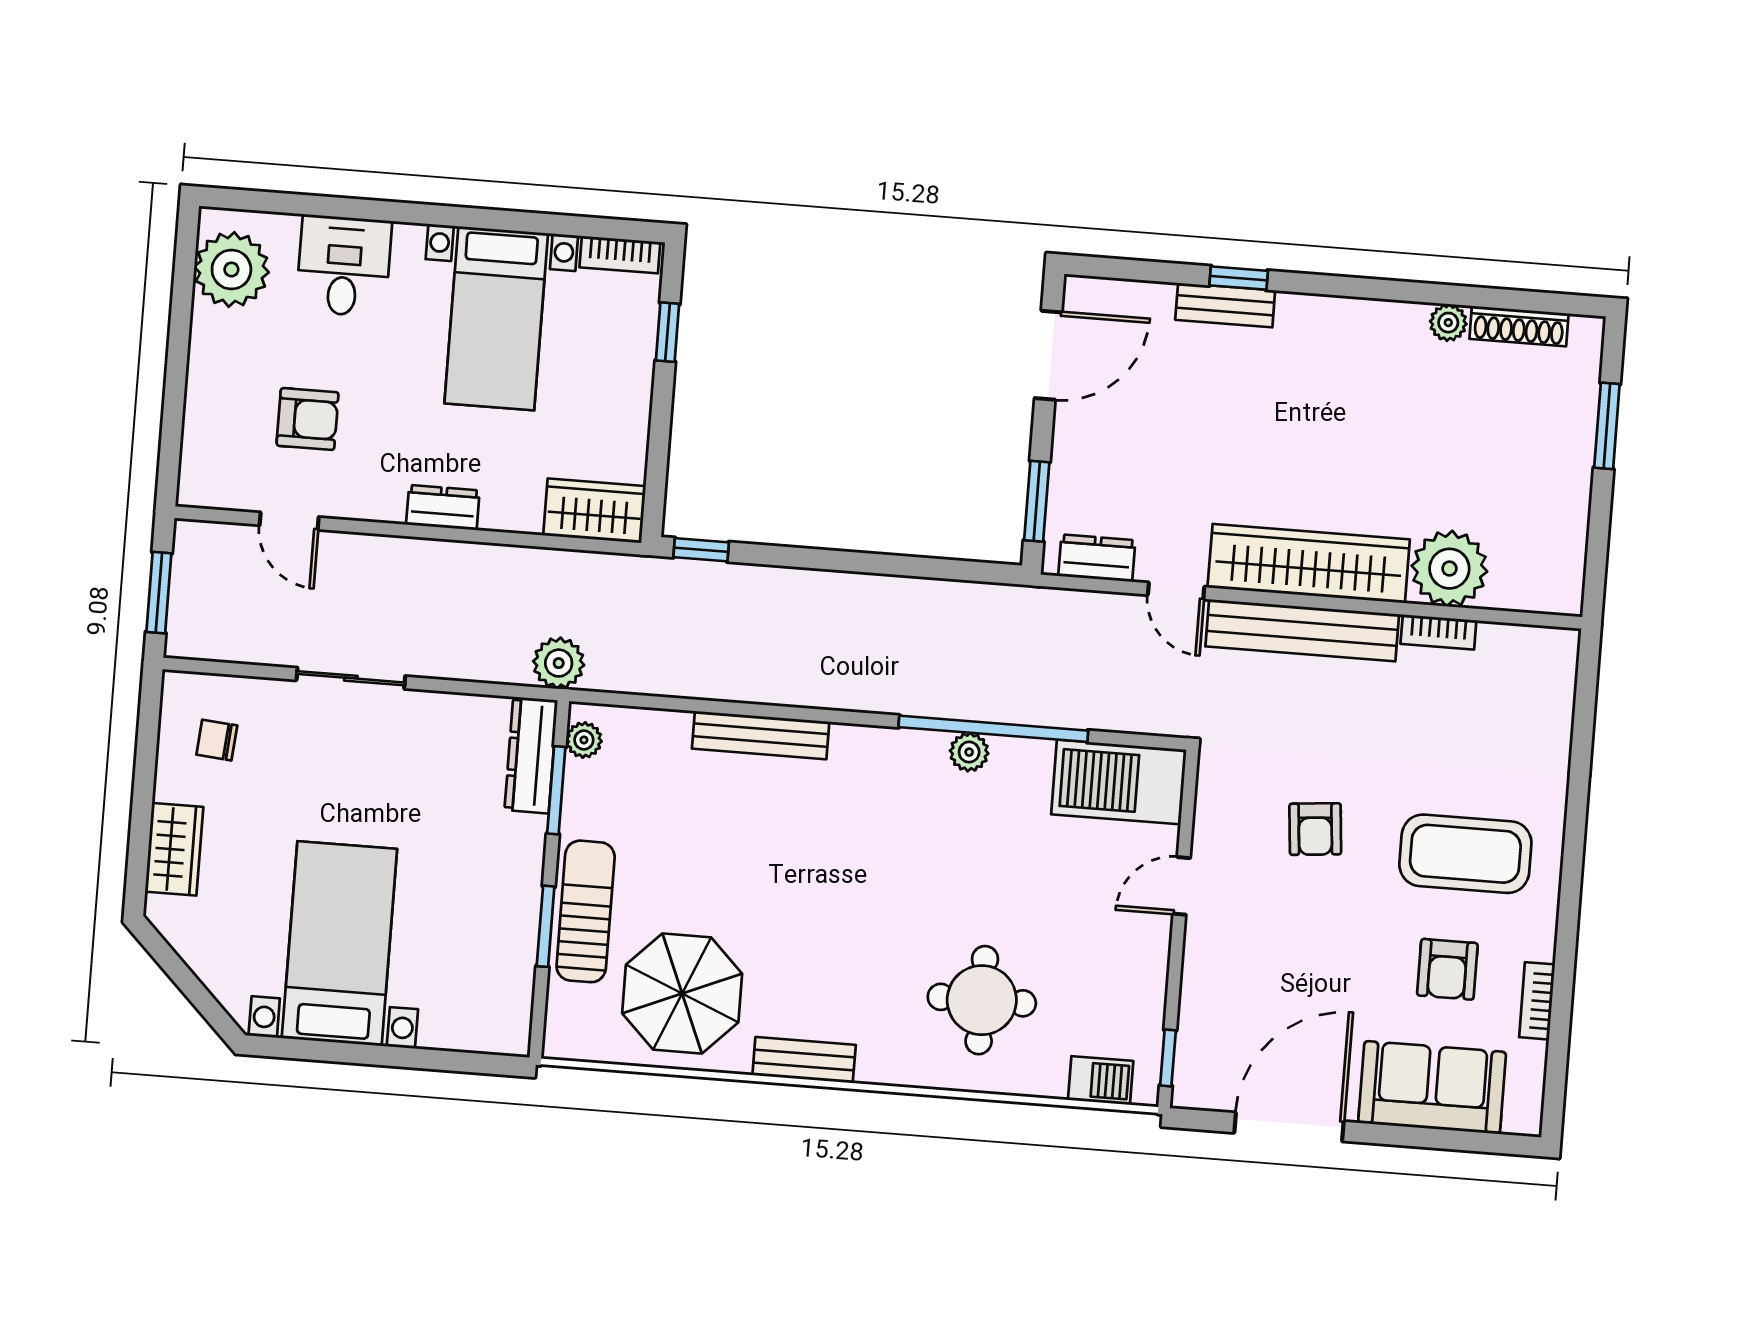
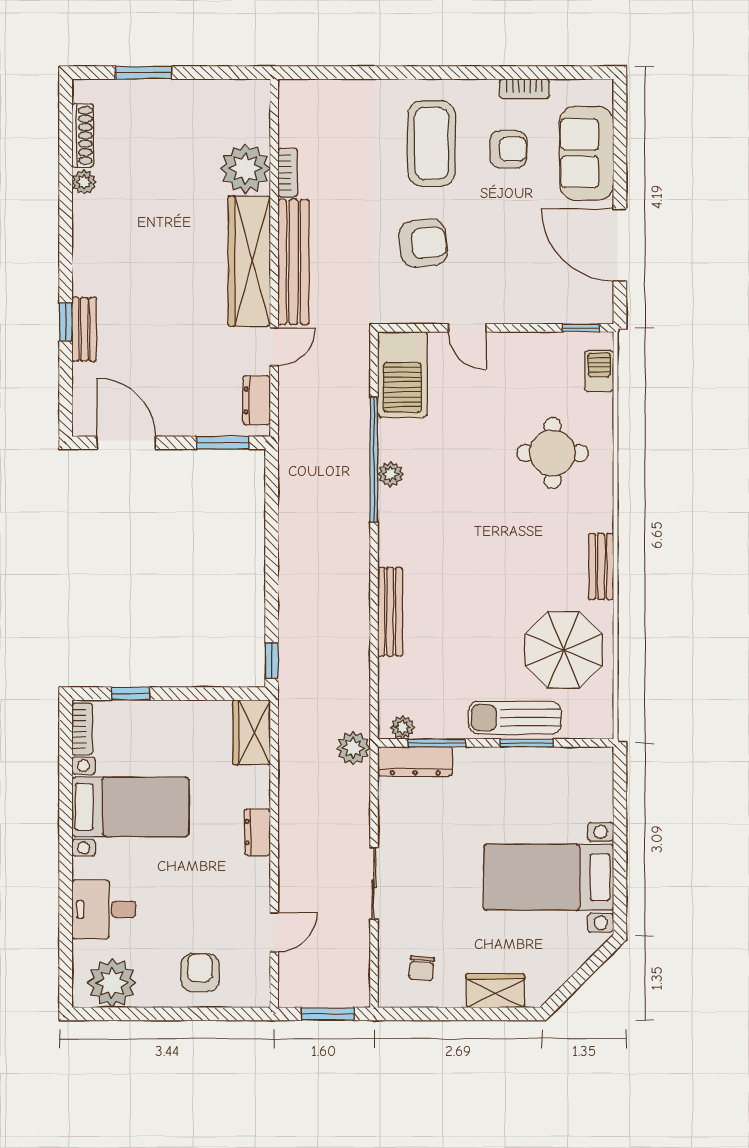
armchair: (308, 419) -> (200, 973), moved
armchair: (1315, 829) -> (423, 243), width x1.38, depth x1.38

